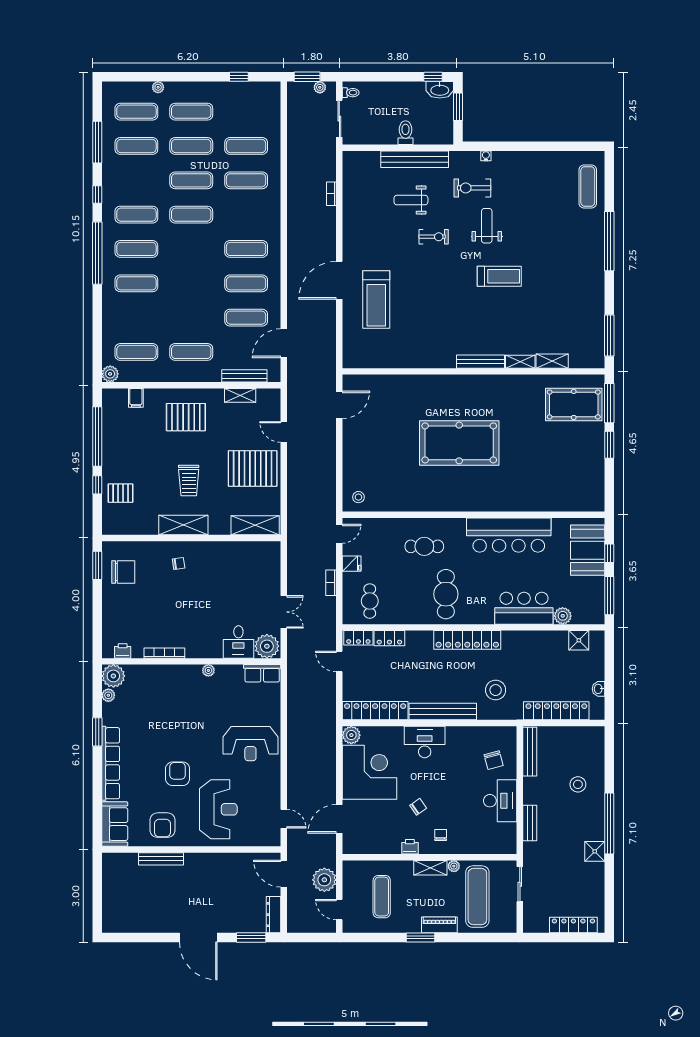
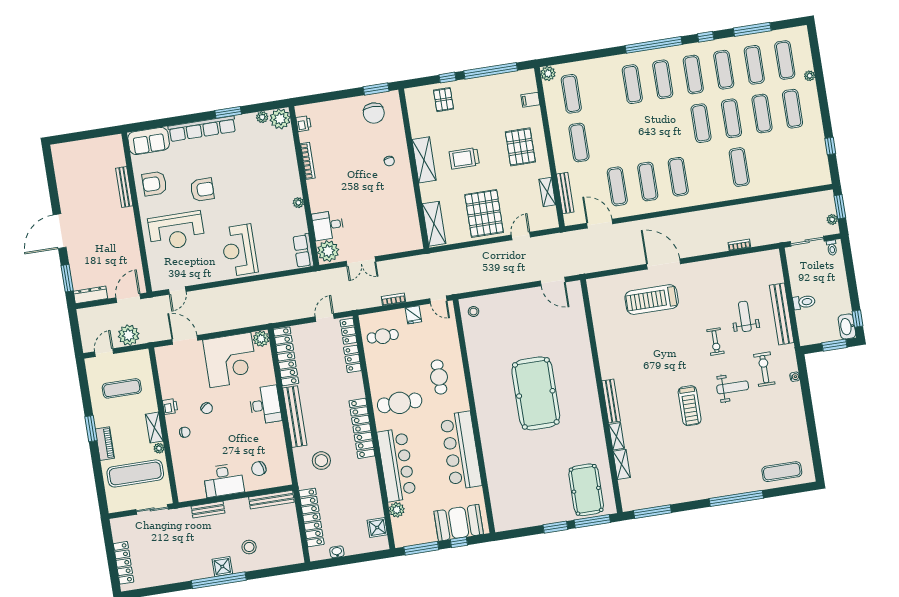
exercise mat: (246, 146) -> (724, 70), moved
bar counter: (524, 608) -> (397, 465), width x1.36
shower: (595, 851) -> (222, 567), moved

